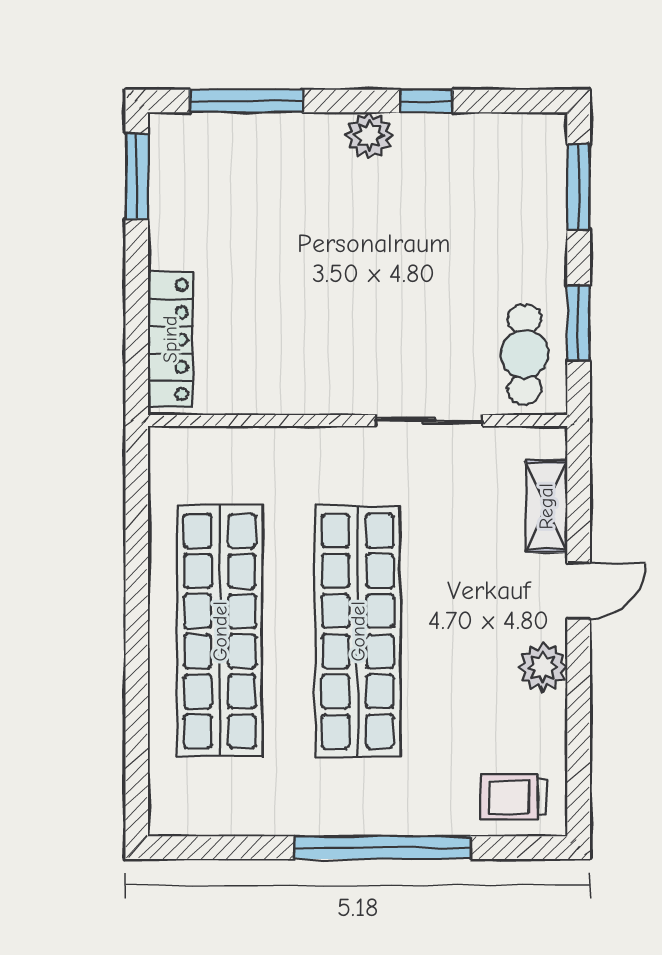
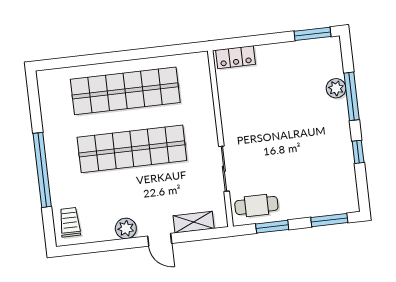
window: (246, 101) -> (352, 96), moved
plant: (369, 135) -> (336, 88), moved
locker: (170, 339) -> (236, 57), width x0.66

